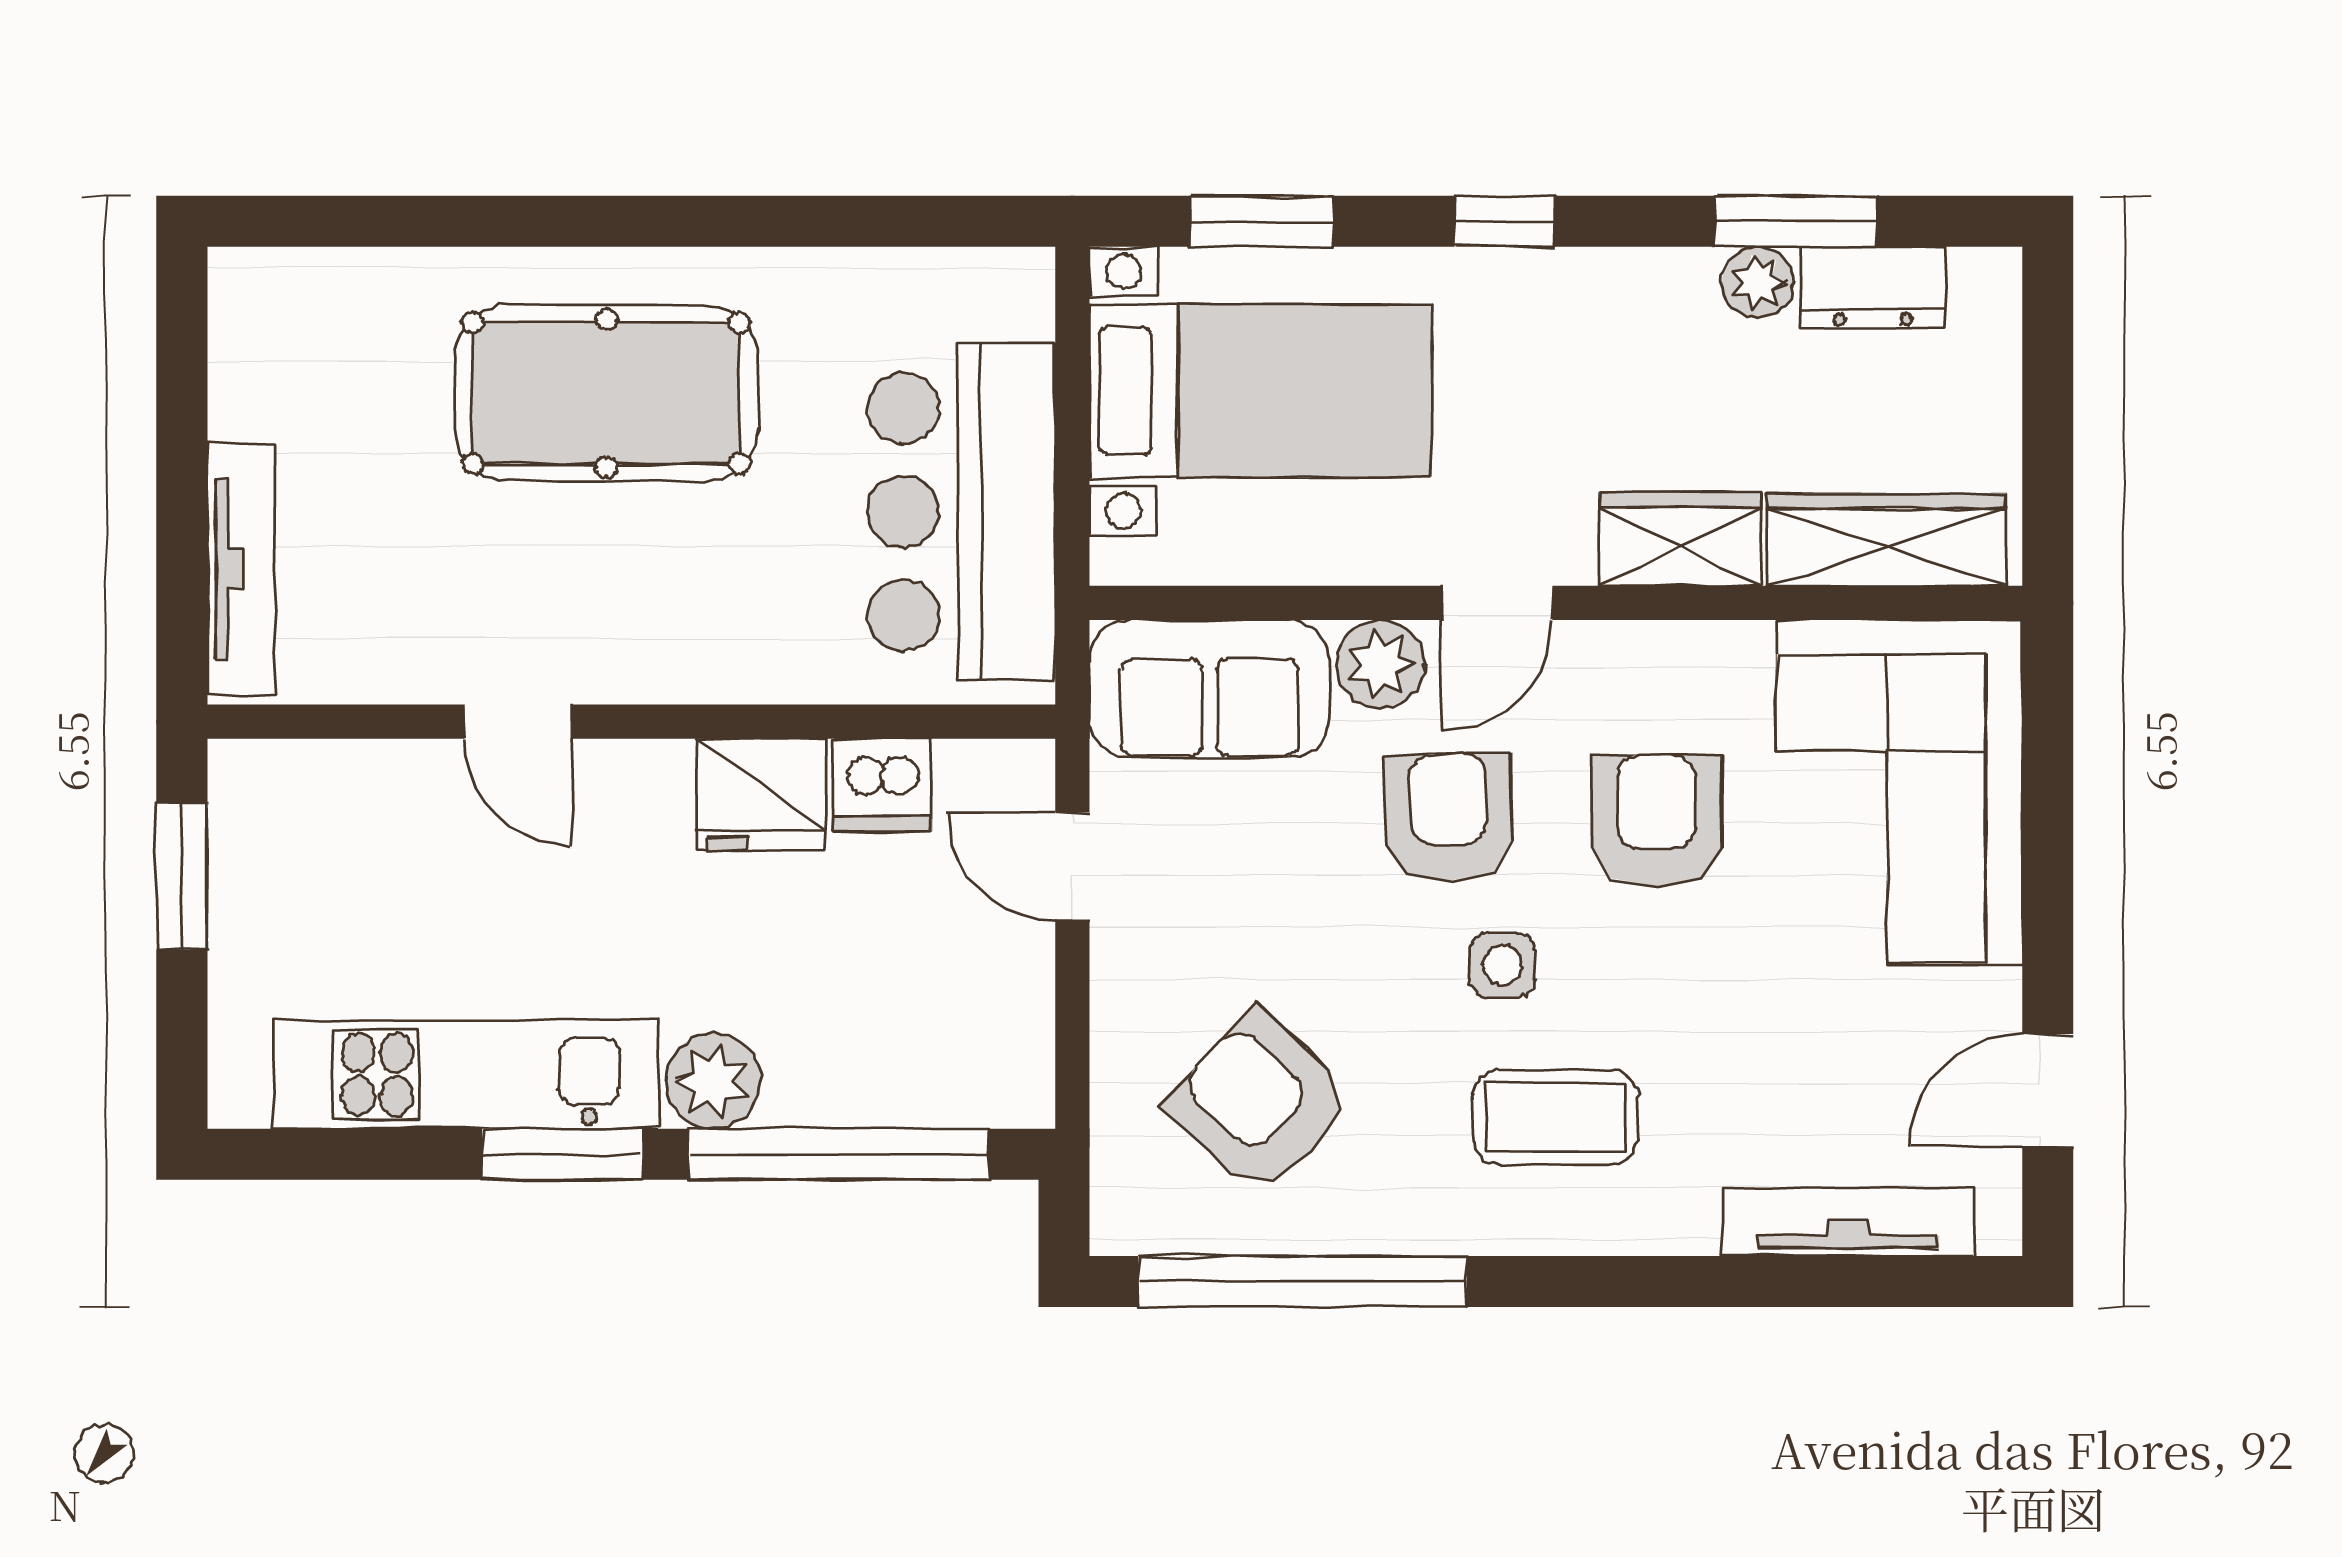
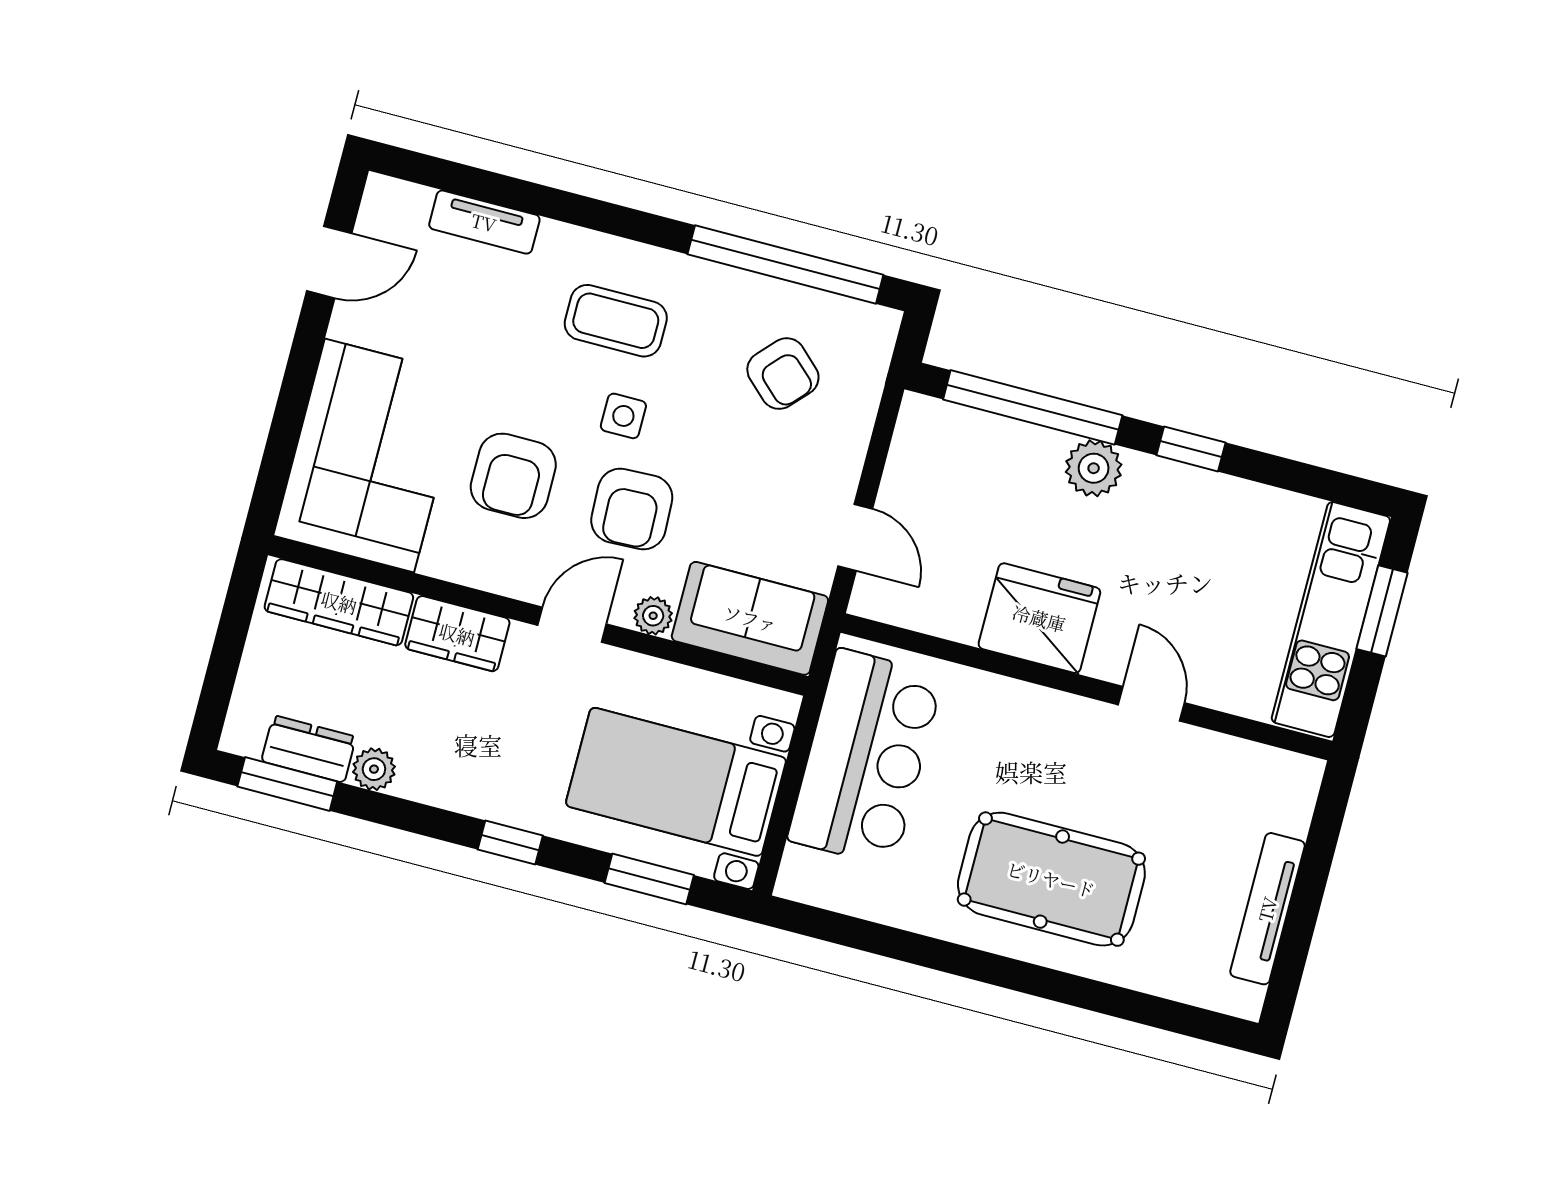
window: (1796, 221) -> (287, 784), moved
tv unit: (241, 569) -> (1267, 909), moved
plant: (1381, 664) -> (653, 616), width x0.73, depth x0.73
dishwasher: (882, 785) -> (952, 613), removed
fridge: (761, 795) -> (1039, 618), width x1.36, depth x1.34
window: (182, 876) -> (1382, 611), moved
kitchen unit: (466, 1074) -> (1331, 619), moved, turned 90
armchair: (1260, 1103) -> (783, 374), width x0.72, depth x0.72
window: (563, 1154) -> (1191, 449), width x0.67
tv unit: (1848, 1222) -> (484, 222), width x0.71

